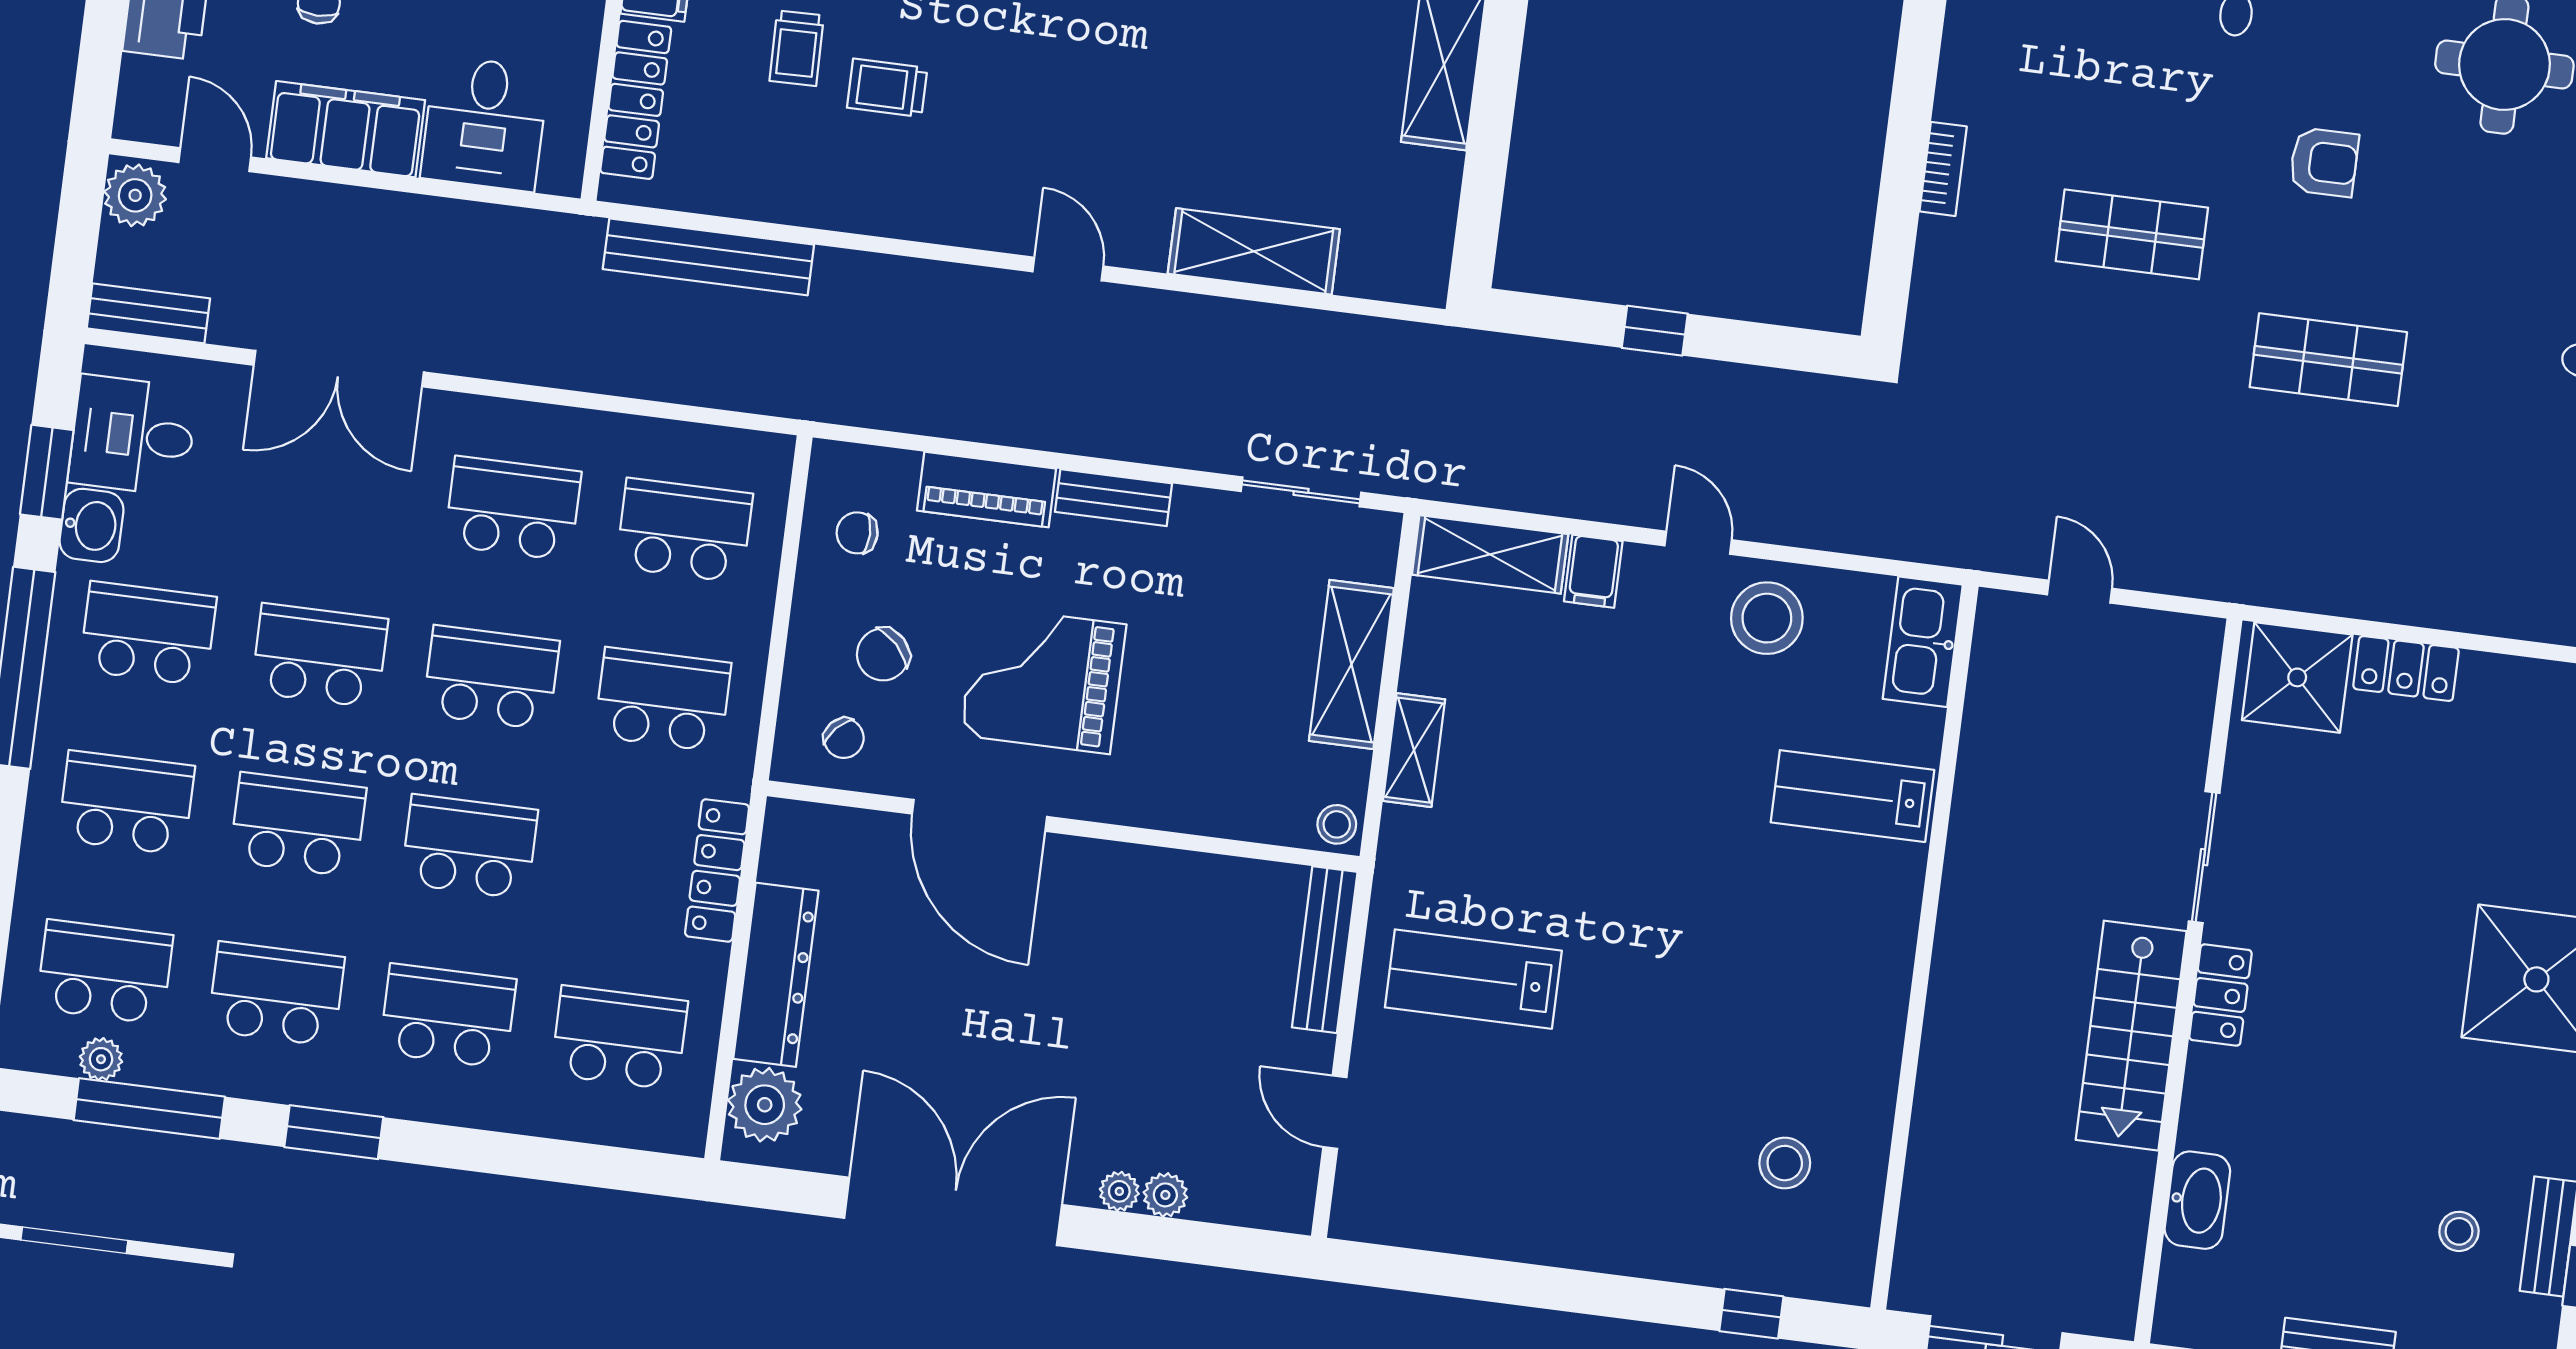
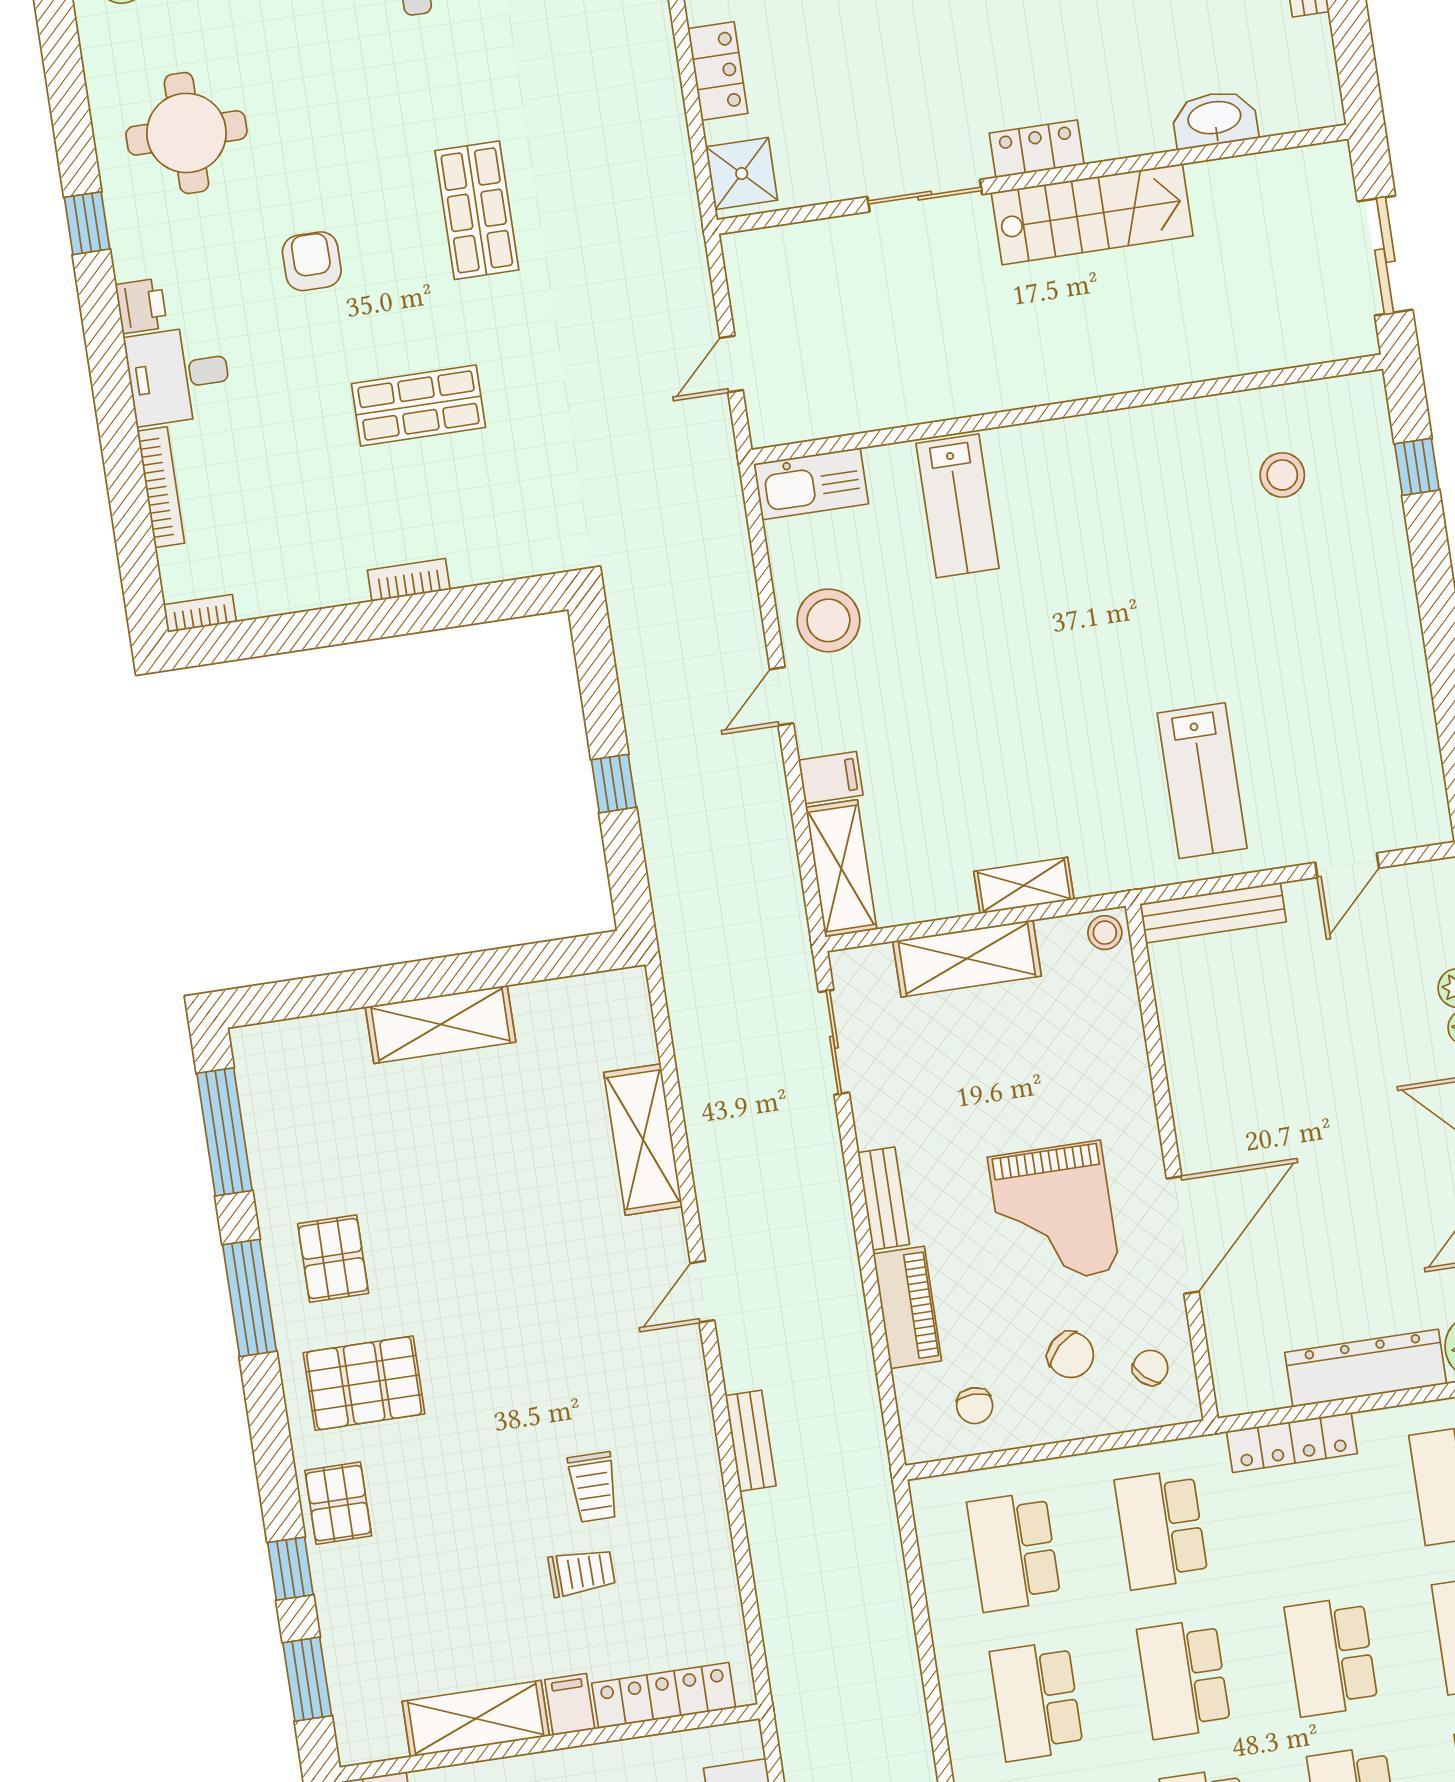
shop shelf: (2132, 234) -> (418, 406), turned 90
bench: (708, 257) -> (751, 1441), moved, width x0.54, depth x0.82
shower: (2297, 677) -> (742, 174), width x0.73, depth x0.73

